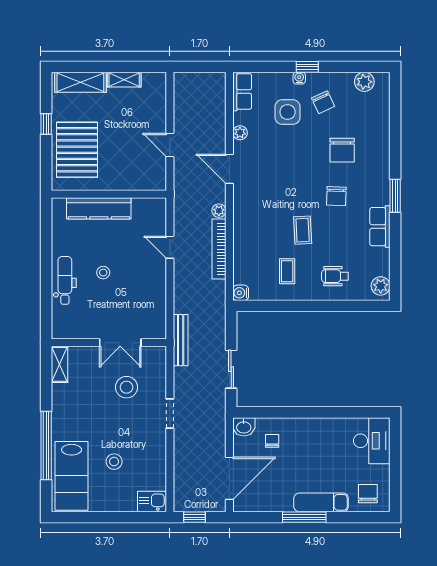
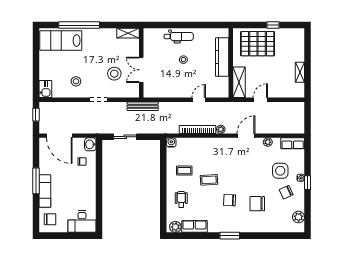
shelving: (80, 82) -> (239, 82), moved
row of seats: (380, 227) -> (194, 226), moved
stool: (114, 462) -> (76, 81), moved

